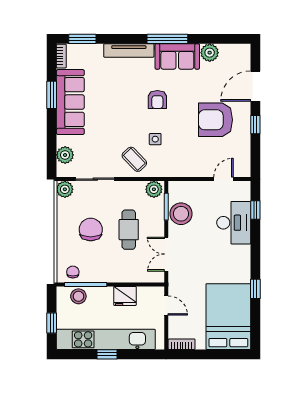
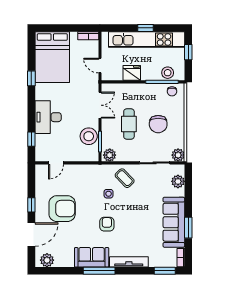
plant: (210, 53) -> (47, 260), moved
desk: (234, 223) -> (48, 117), moved

